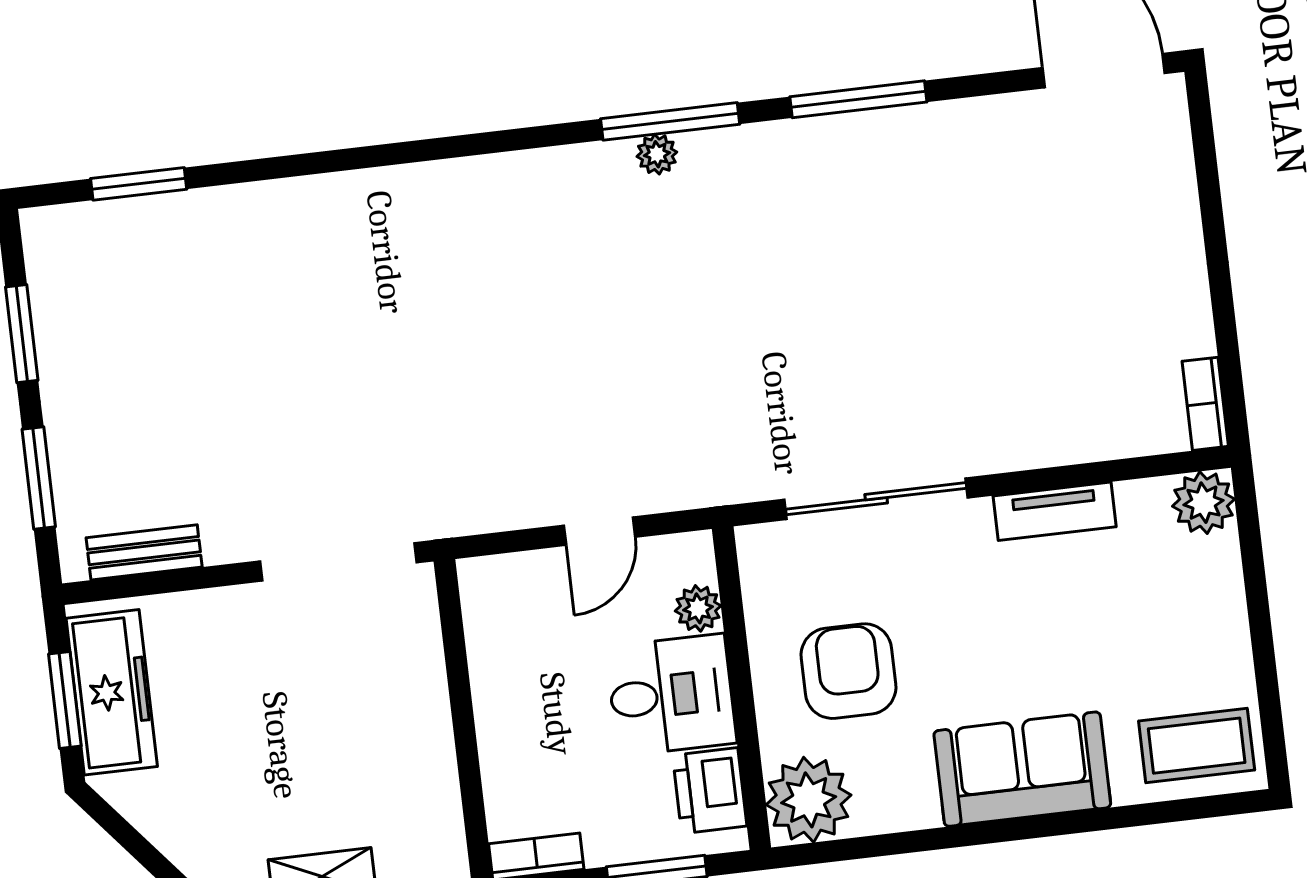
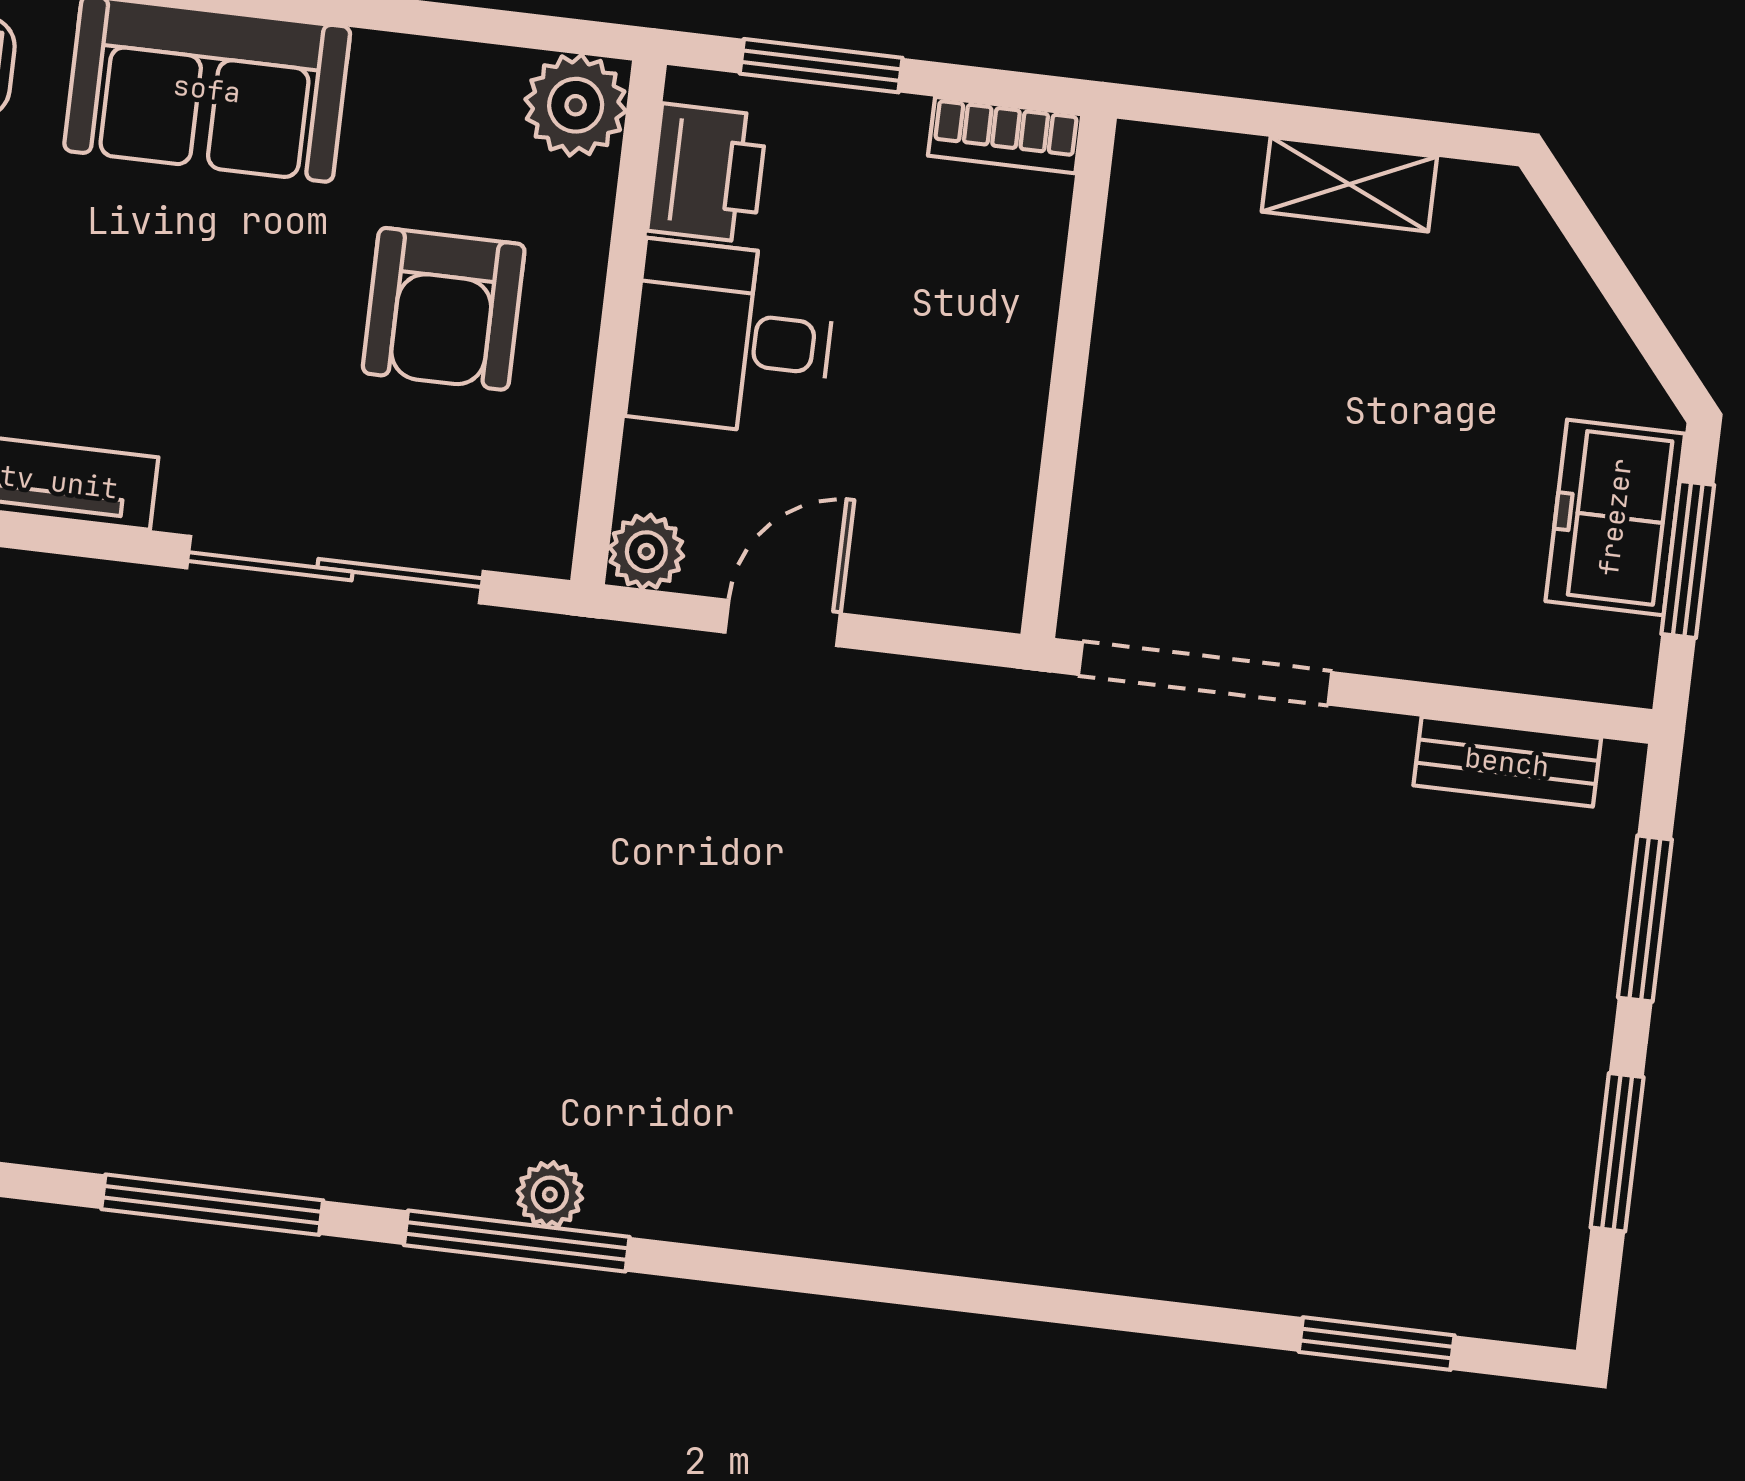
plant: (698, 608) -> (646, 552), moved
freezer: (112, 692) -> (1615, 517), width x0.71
plant: (809, 800) -> (576, 105), width x0.73, depth x0.73

